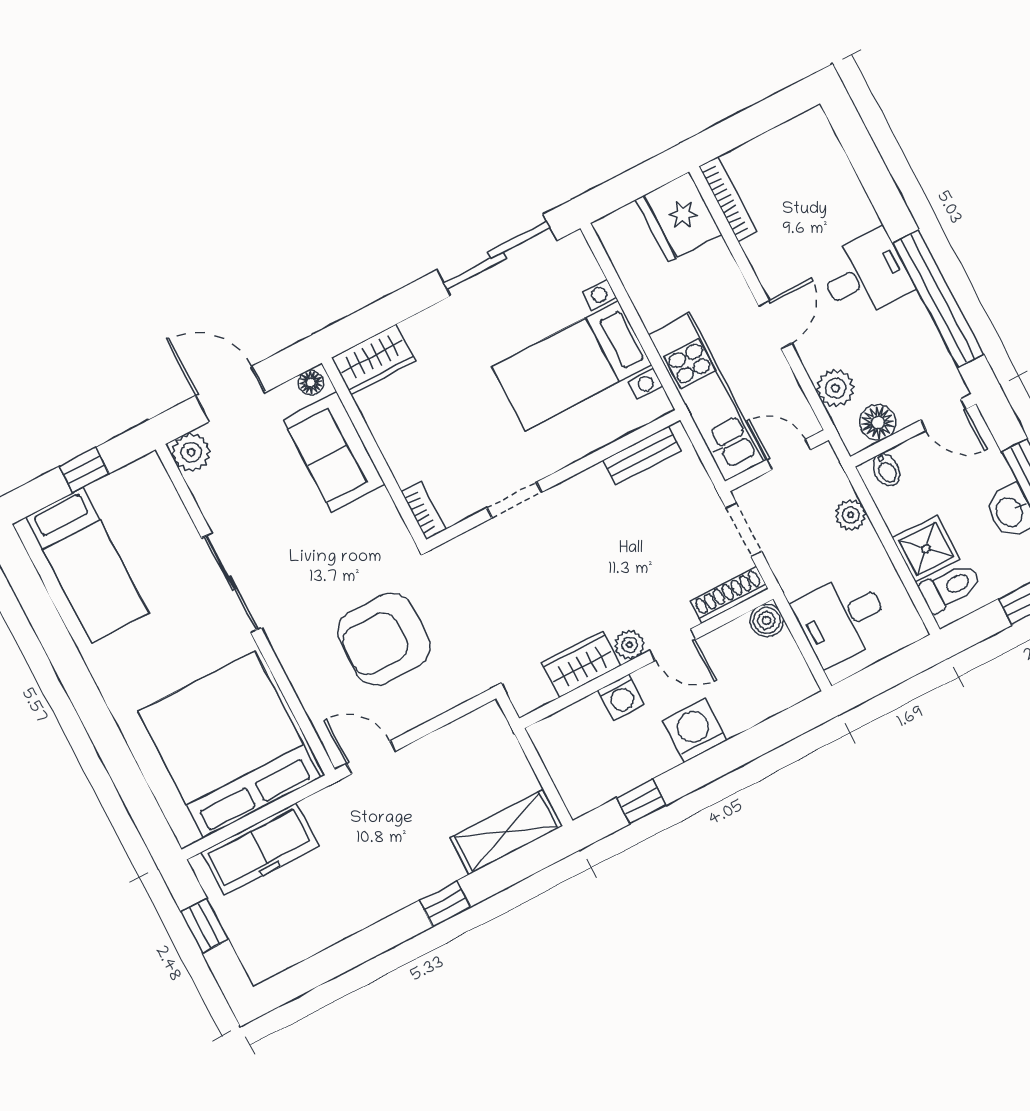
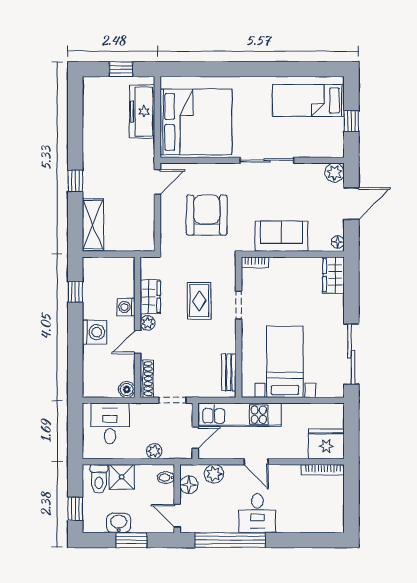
door: (943, 415) -> (177, 516), hinge flipped
sofa: (334, 452) -> (281, 236), moved
rug: (543, 574) -> (199, 301), added

